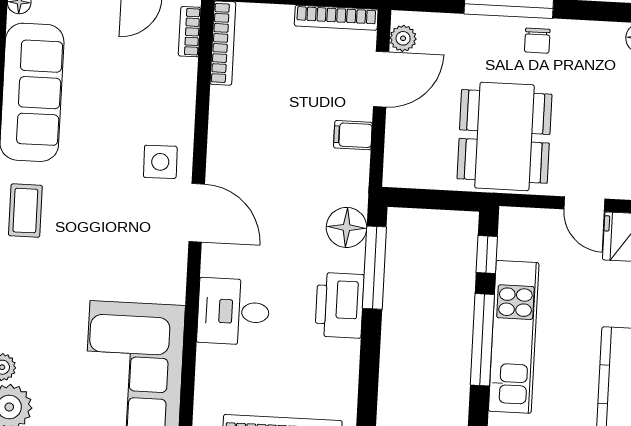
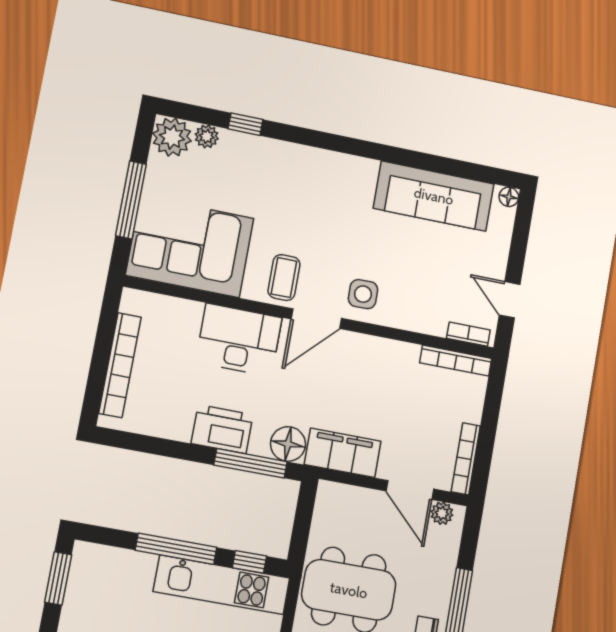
filing cabinet: (353, 135) -> (343, 453), width x3.00, depth x1.17
coffee table: (25, 211) -> (284, 278), moved, turned 90
desk: (233, 312) -> (239, 340), width x1.37
kitchen unit: (514, 337) -> (222, 585), moved

